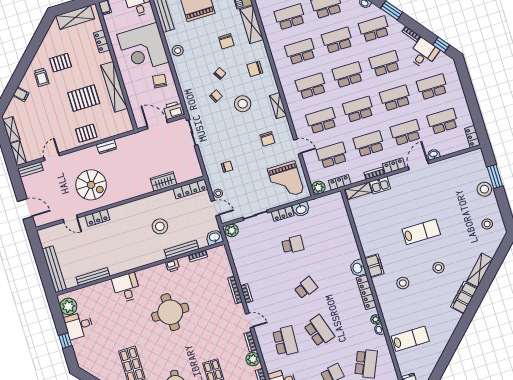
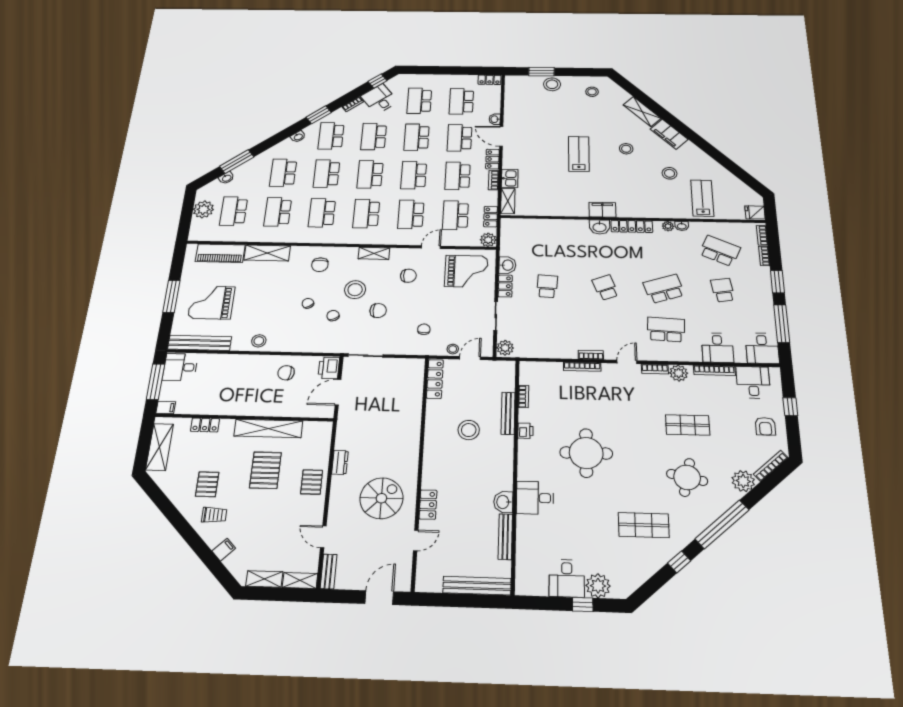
chair: (226, 41) -> (378, 311), moved
corner desk: (143, 48) -> (237, 379), removed
wardrobe: (163, 181) -> (413, 408), removed
washbasin: (215, 237) -> (503, 502), moved
stool: (403, 283) -> (670, 173), moved
plant: (68, 306) -> (598, 586), moved

